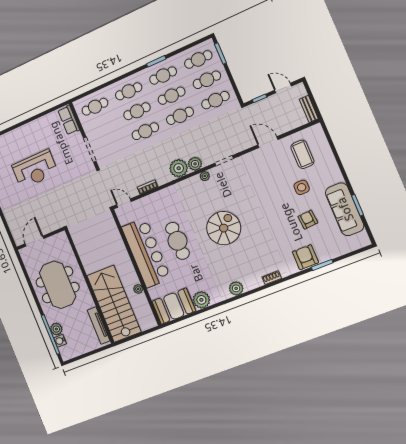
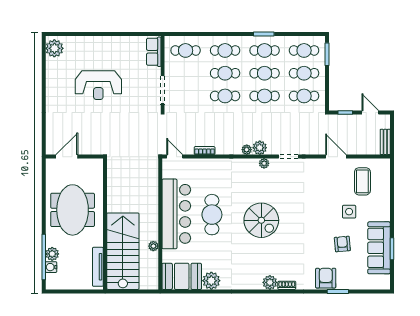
plant: (179, 168) -> (247, 150), width x0.53, depth x0.53
spiral stairs: (224, 228) -> (261, 220), turned 90
plant: (236, 288) -> (270, 282), moved

